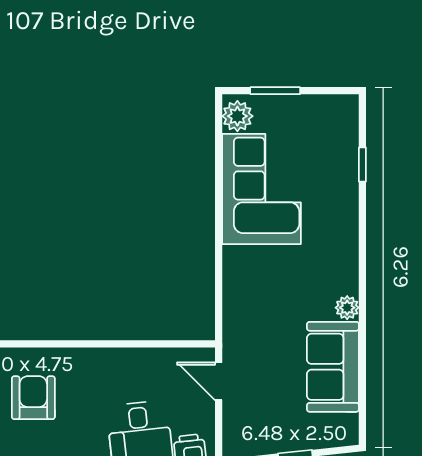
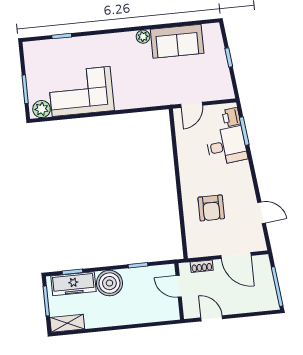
armchair: (33, 398) -> (211, 208), turned -90

